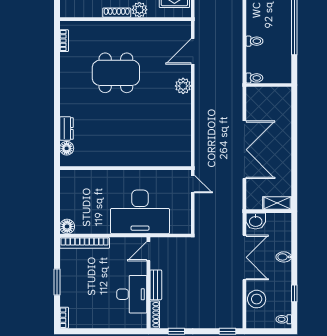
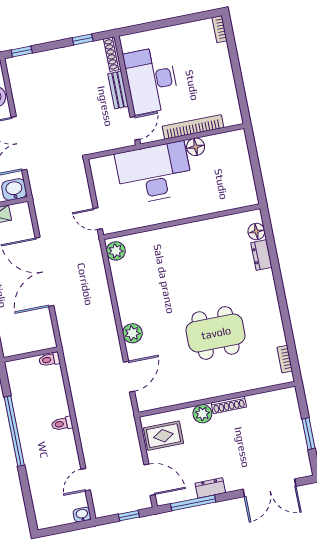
toilet: (254, 41) -> (62, 424), moved
plant: (183, 155) -> (116, 251), added
floor lamp: (67, 226) -> (196, 147), moved
bookcase: (85, 243) -> (193, 127), moved
window: (57, 282) -> (236, 70), removed
desk: (132, 294) -> (151, 80), width x1.36, depth x1.30

